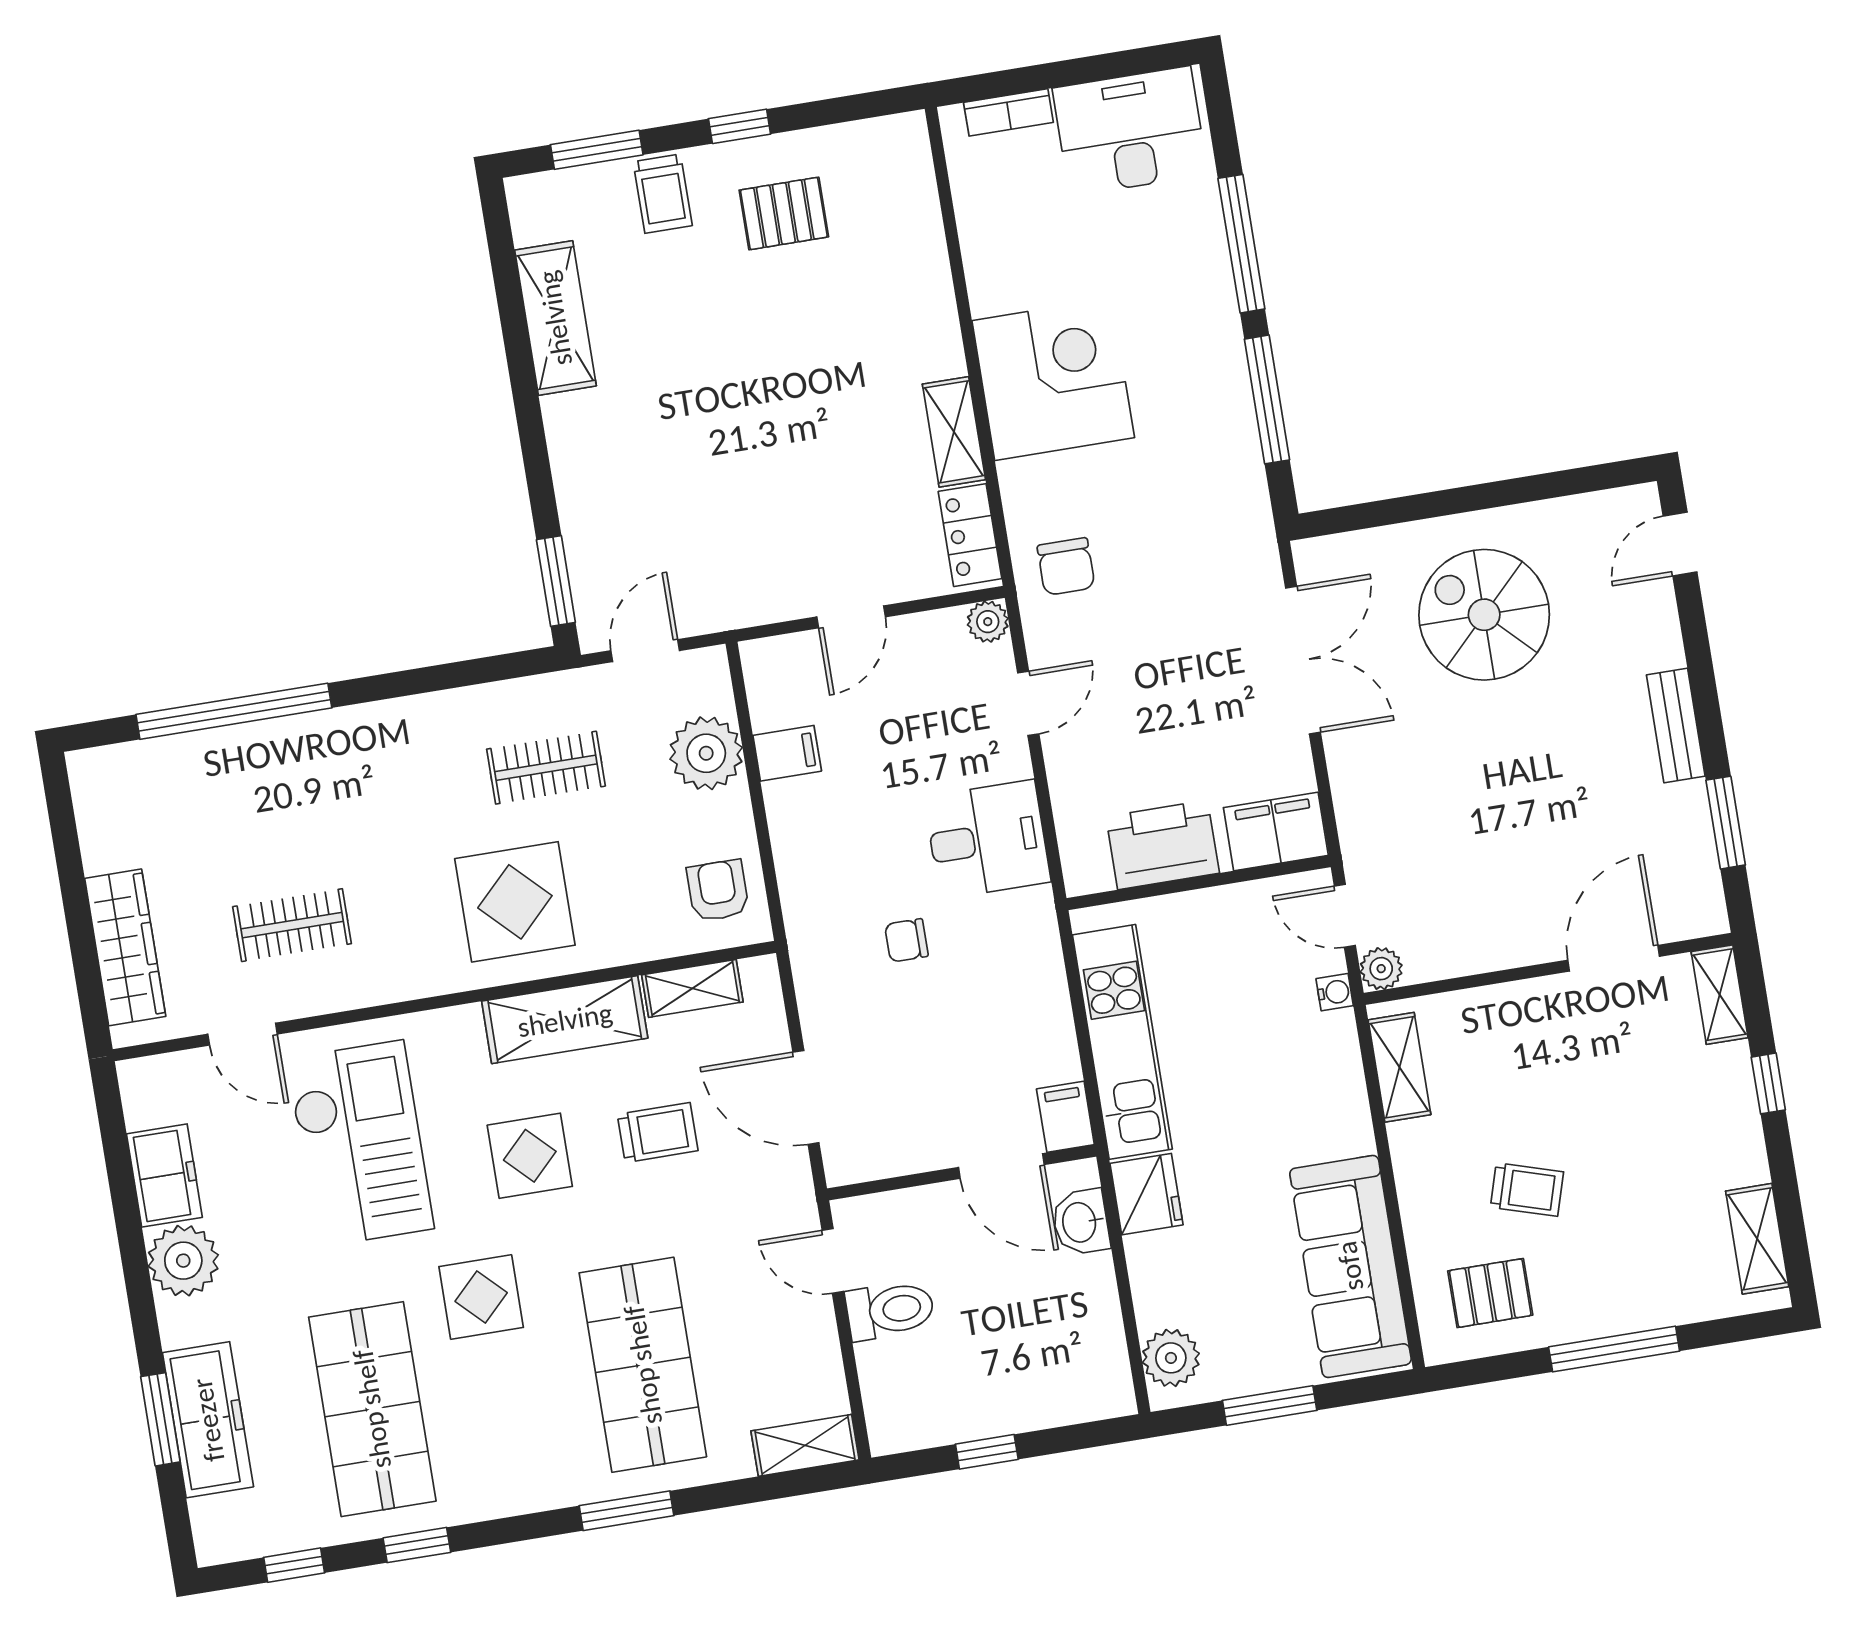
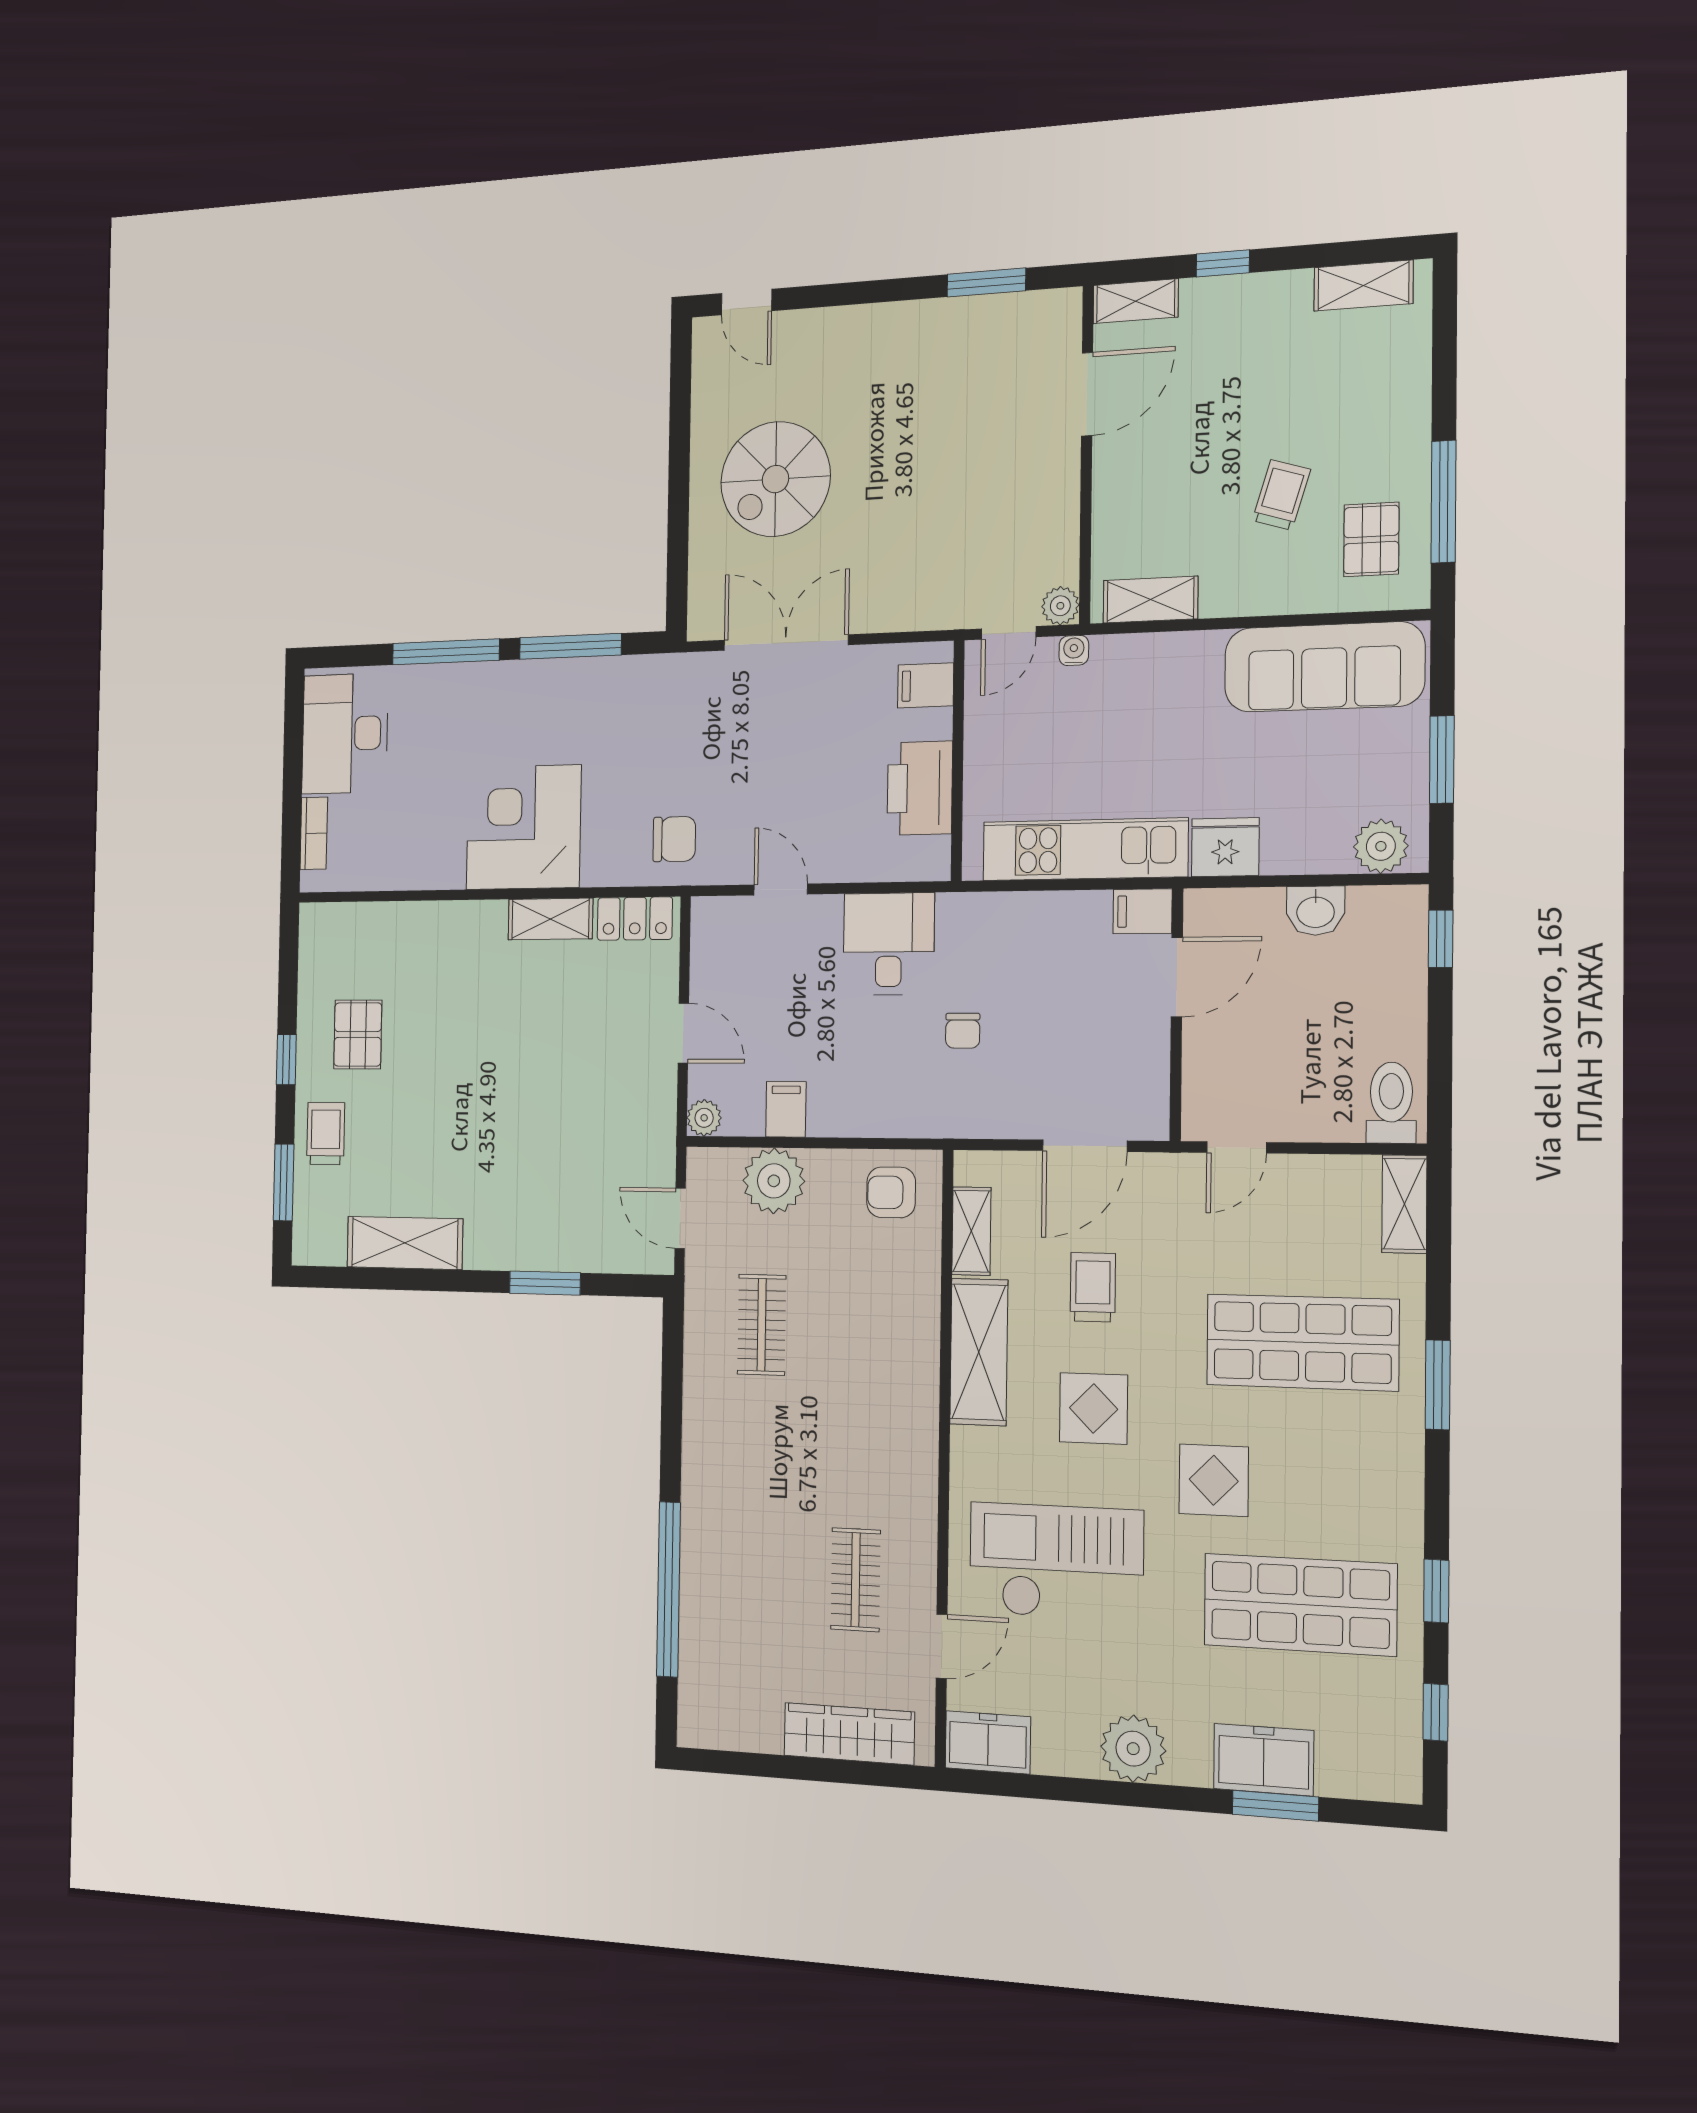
trolley: (663, 194) -> (326, 1134), turned -90
window: (556, 581) -> (545, 1283), moved
plant: (988, 622) -> (704, 1118), moved
bench: (1676, 726) -> (896, 320), removed
filing cabinet: (1276, 831) -> (926, 685), width x0.50
display table: (515, 902) -> (870, 1376), removed
door: (1614, 958) -> (1087, 394), swing flipped
freezer: (164, 1176) -> (988, 1742), moved
washbasin: (1081, 1222) -> (1316, 911), moved
toilet: (890, 1310) -> (1391, 1103), moved
window: (1614, 1349) -> (1443, 502), moved
freezer: (208, 1420) -> (1264, 1760), width x0.71
window: (987, 1452) -> (1441, 939), moved

